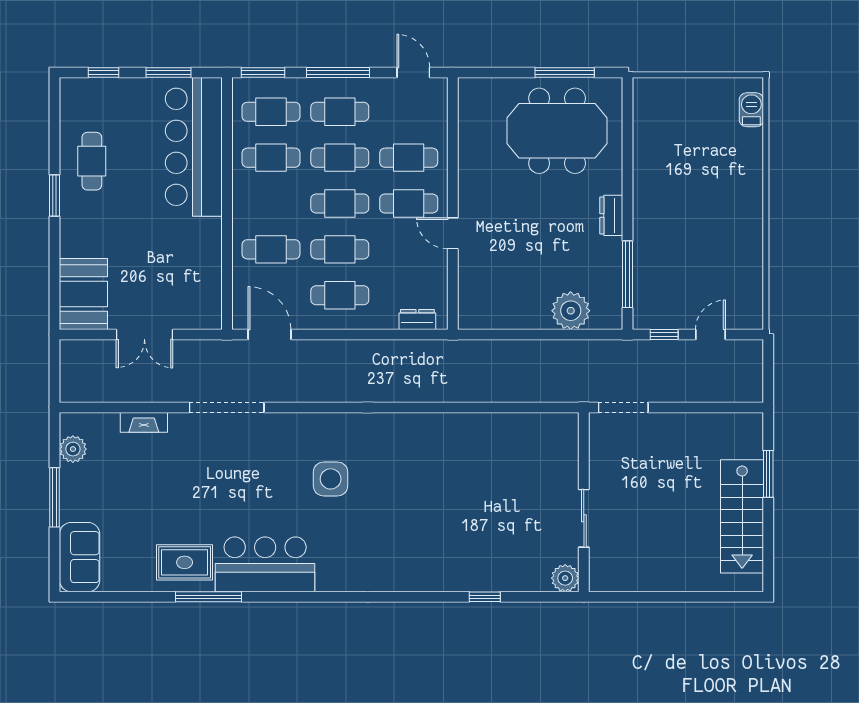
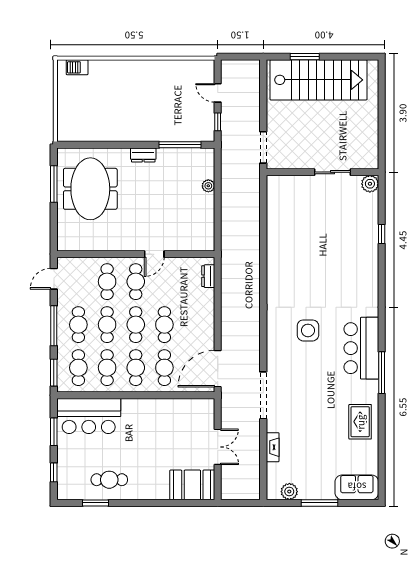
bar counter: (194, 147) -> (89, 416), width x0.73
window: (55, 195) -> (95, 503), moved
cafe table: (340, 295) -> (136, 368), moved
plant: (571, 311) -> (208, 186), width x0.53, depth x0.53
door: (269, 335) -> (218, 369), width x1.36
stairs: (742, 516) -> (318, 80), width x1.36, depth x1.51
bar counter: (265, 564) -> (361, 348), moved
window: (208, 597) -> (382, 373), moved

